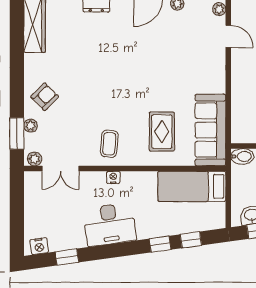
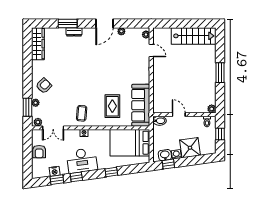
bed: (192, 186) -> (130, 143), width x1.50
armchair: (37, 209) -> (39, 152), added
window: (191, 240) -> (76, 177), moved
nightstand: (39, 246) -> (55, 171), moved

